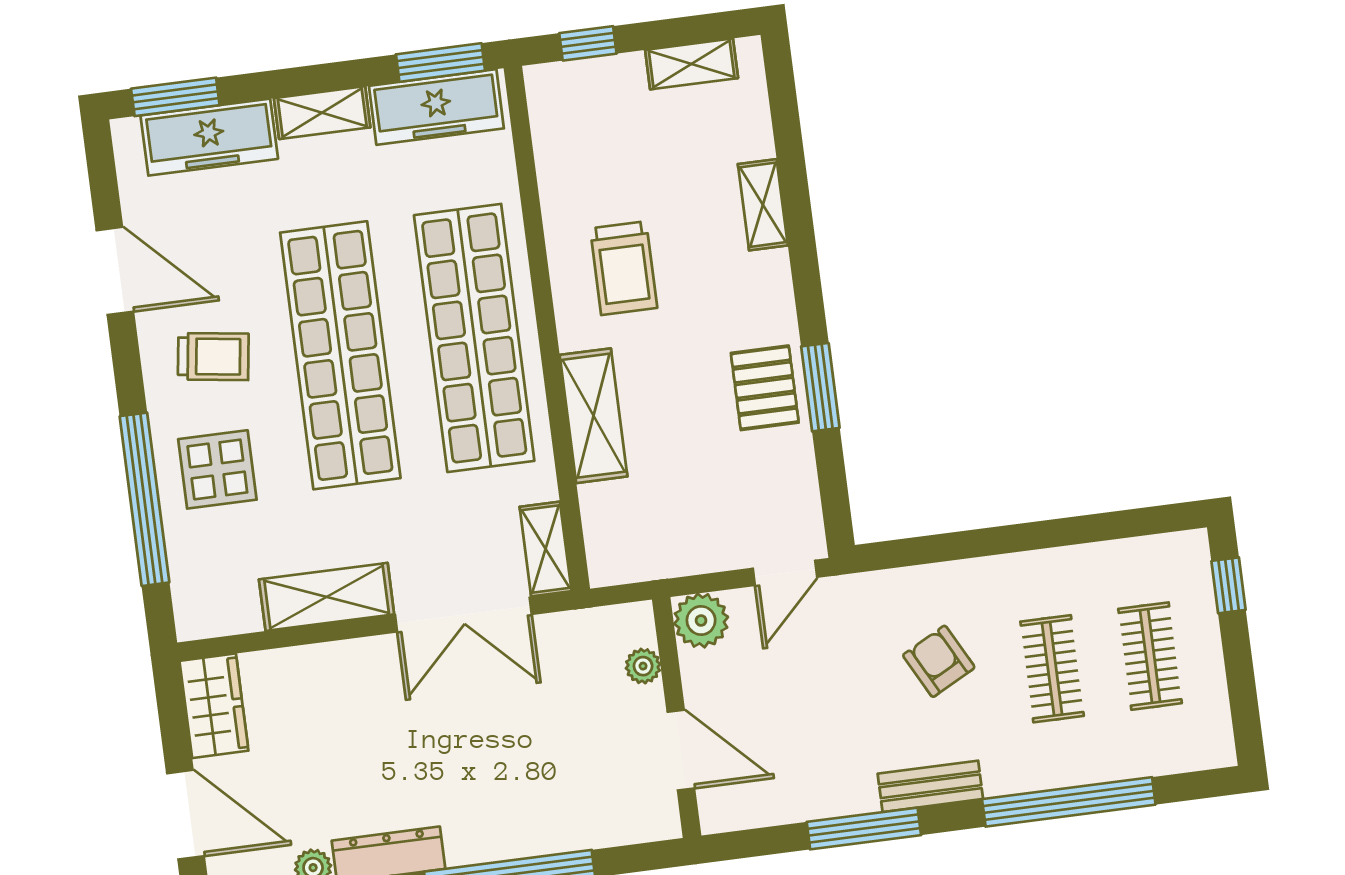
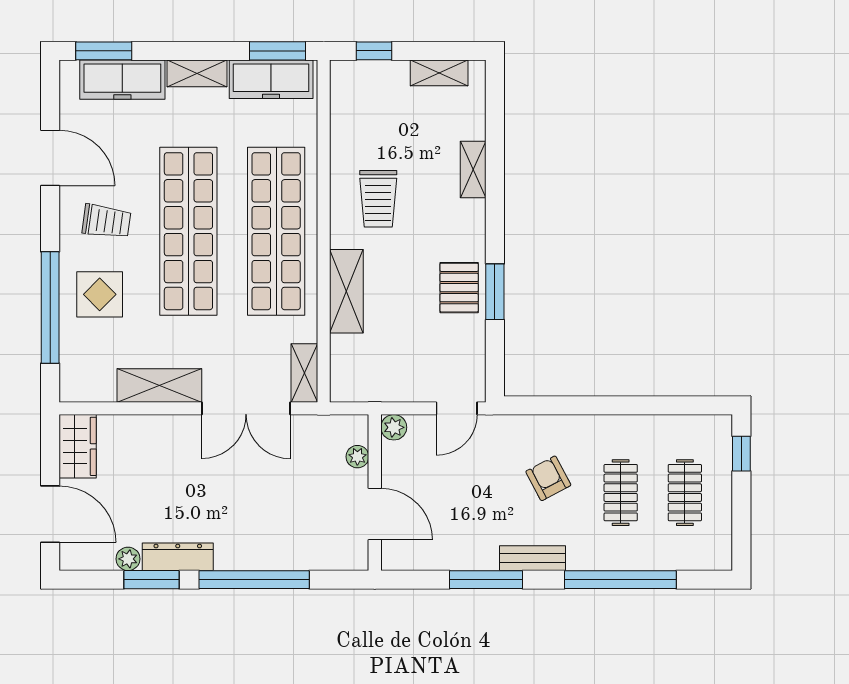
plant: (701, 620) -> (394, 427), width x0.73, depth x0.73

